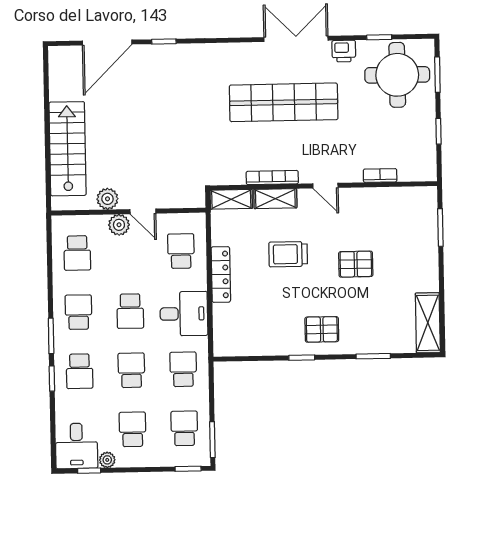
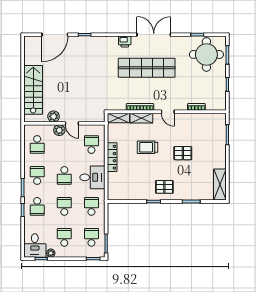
printer: (344, 51) -> (125, 41), moved

